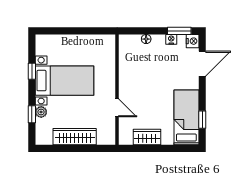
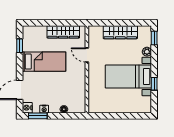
window: (32, 114) -> (154, 38), moved
bed: (186, 117) -> (44, 62), moved, turned -90
wardrobe: (147, 137) -> (63, 32), width x1.50

